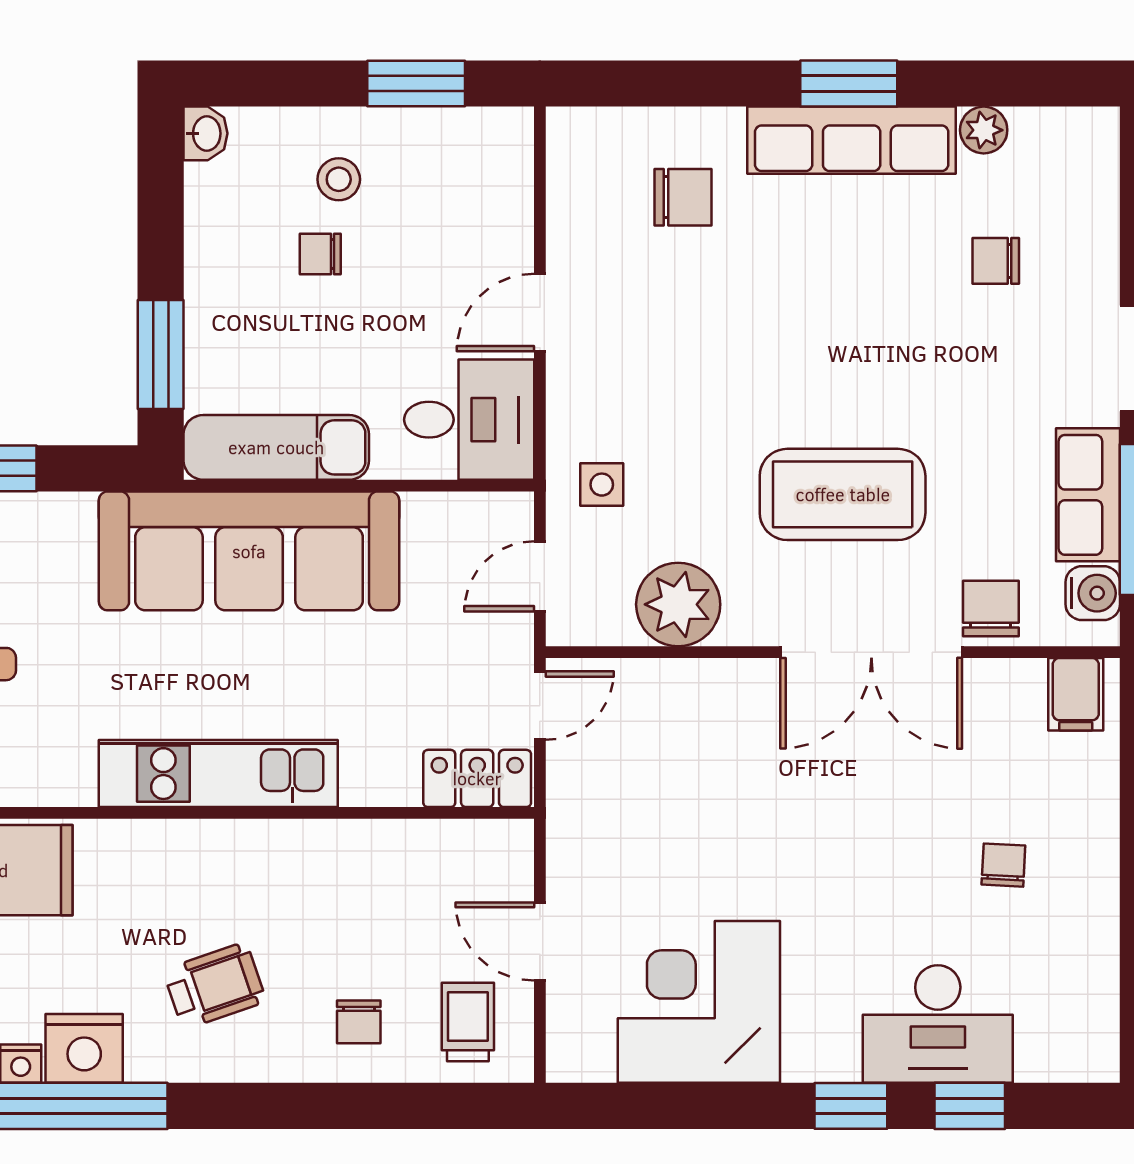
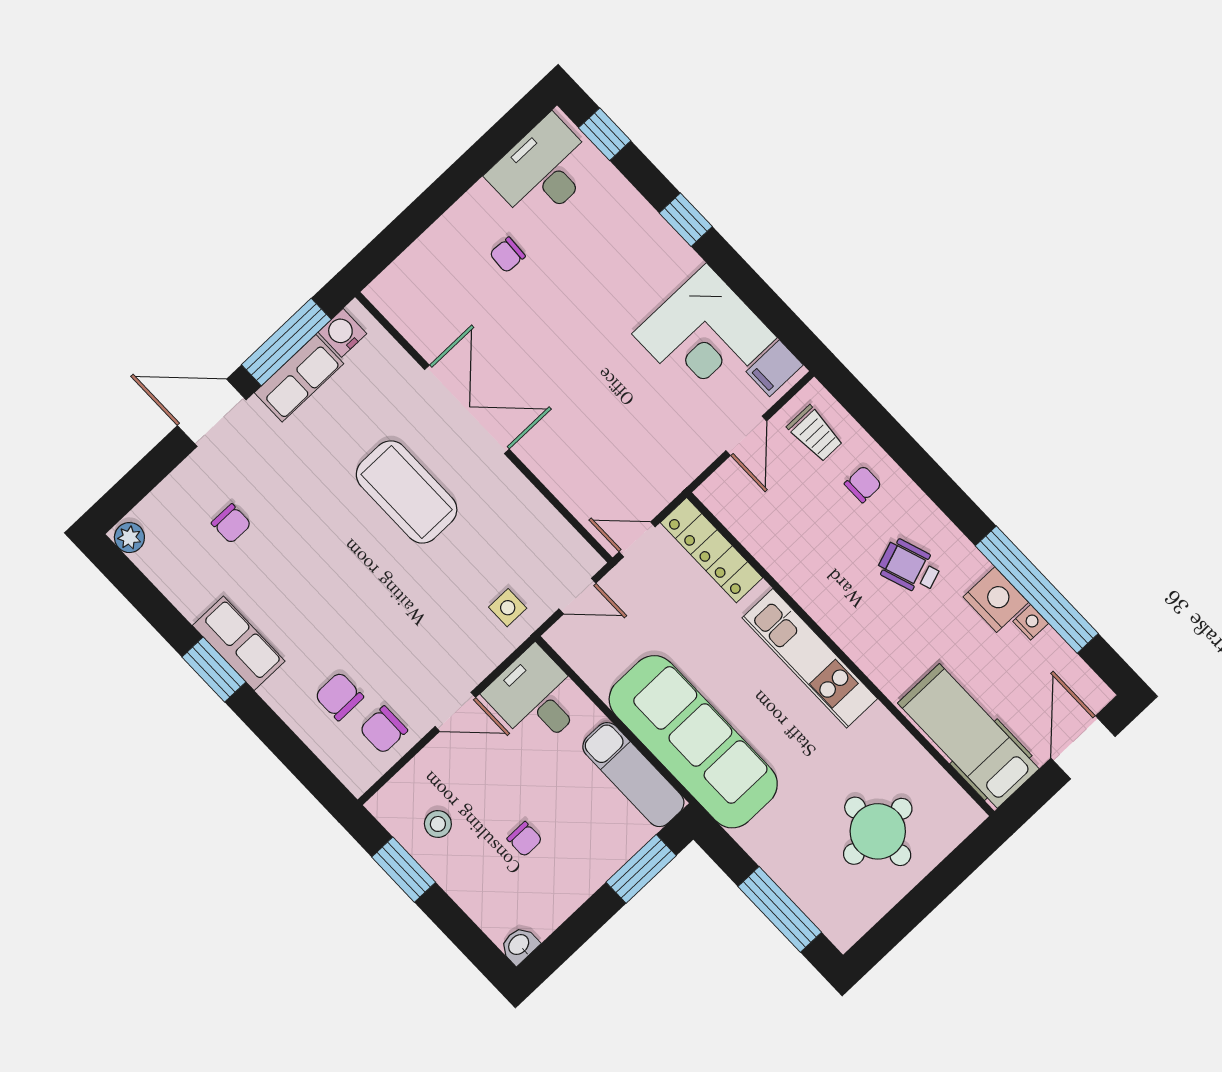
plant: (984, 130) -> (129, 538), moved
row of seats: (852, 140) -> (239, 643), width x0.68
stool: (339, 179) -> (438, 824), moved
plant: (678, 604) -> (530, 520), removed
chair: (991, 608) -> (384, 730), moved
filing cabinet: (1076, 694) -> (775, 368), moved, turned 180
locker: (477, 778) -> (711, 550), width x1.53
trolley: (468, 1022) -> (815, 434), turned -90
desk: (938, 1024) -> (543, 170), moved, turned -90
window: (970, 1106) -> (605, 134), moved

